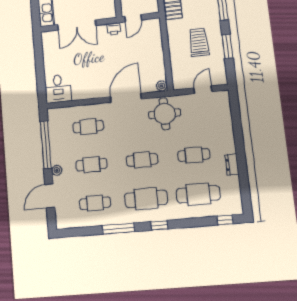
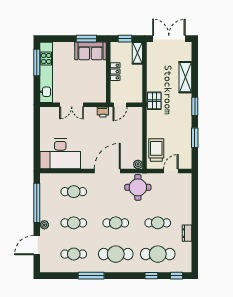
double door: (77, 25) -> (72, 105), width x0.73
trolley: (199, 42) -> (156, 150), moved
desk: (58, 89) -> (60, 154), width x1.87, depth x1.30
window: (159, 225) -> (151, 276), moved

